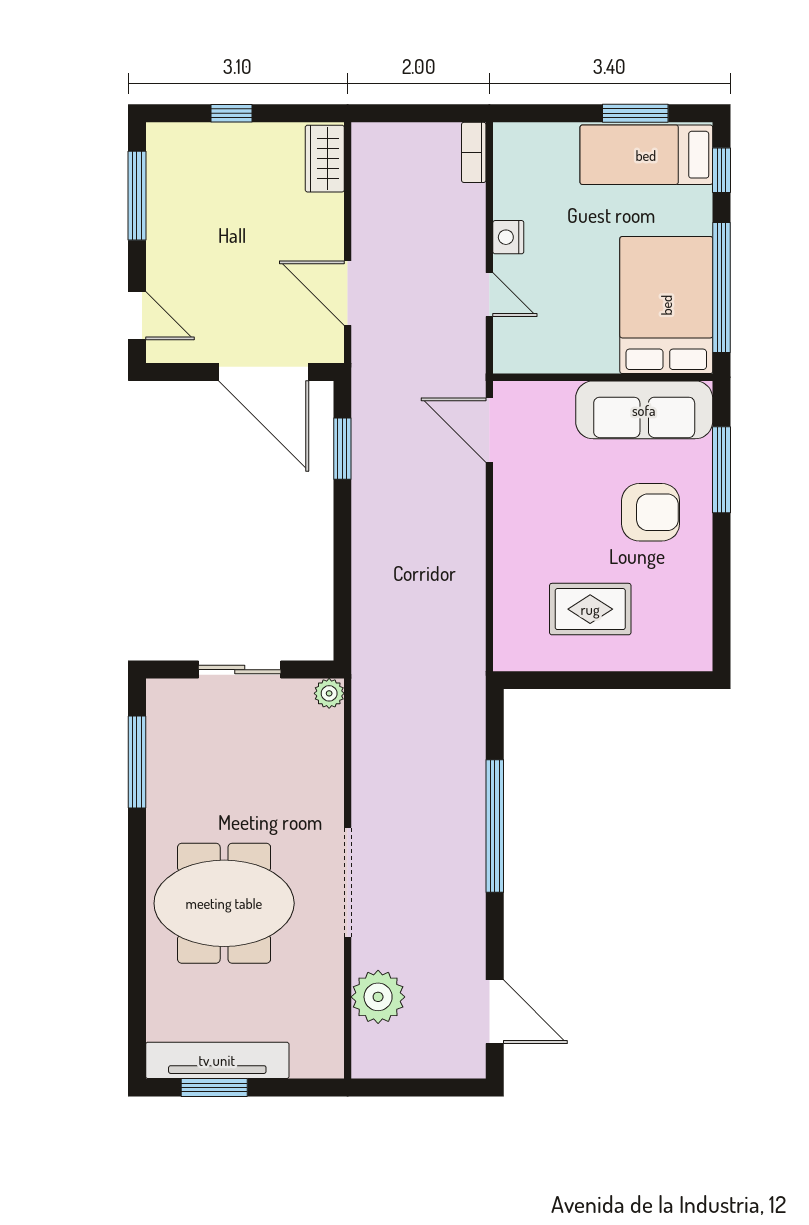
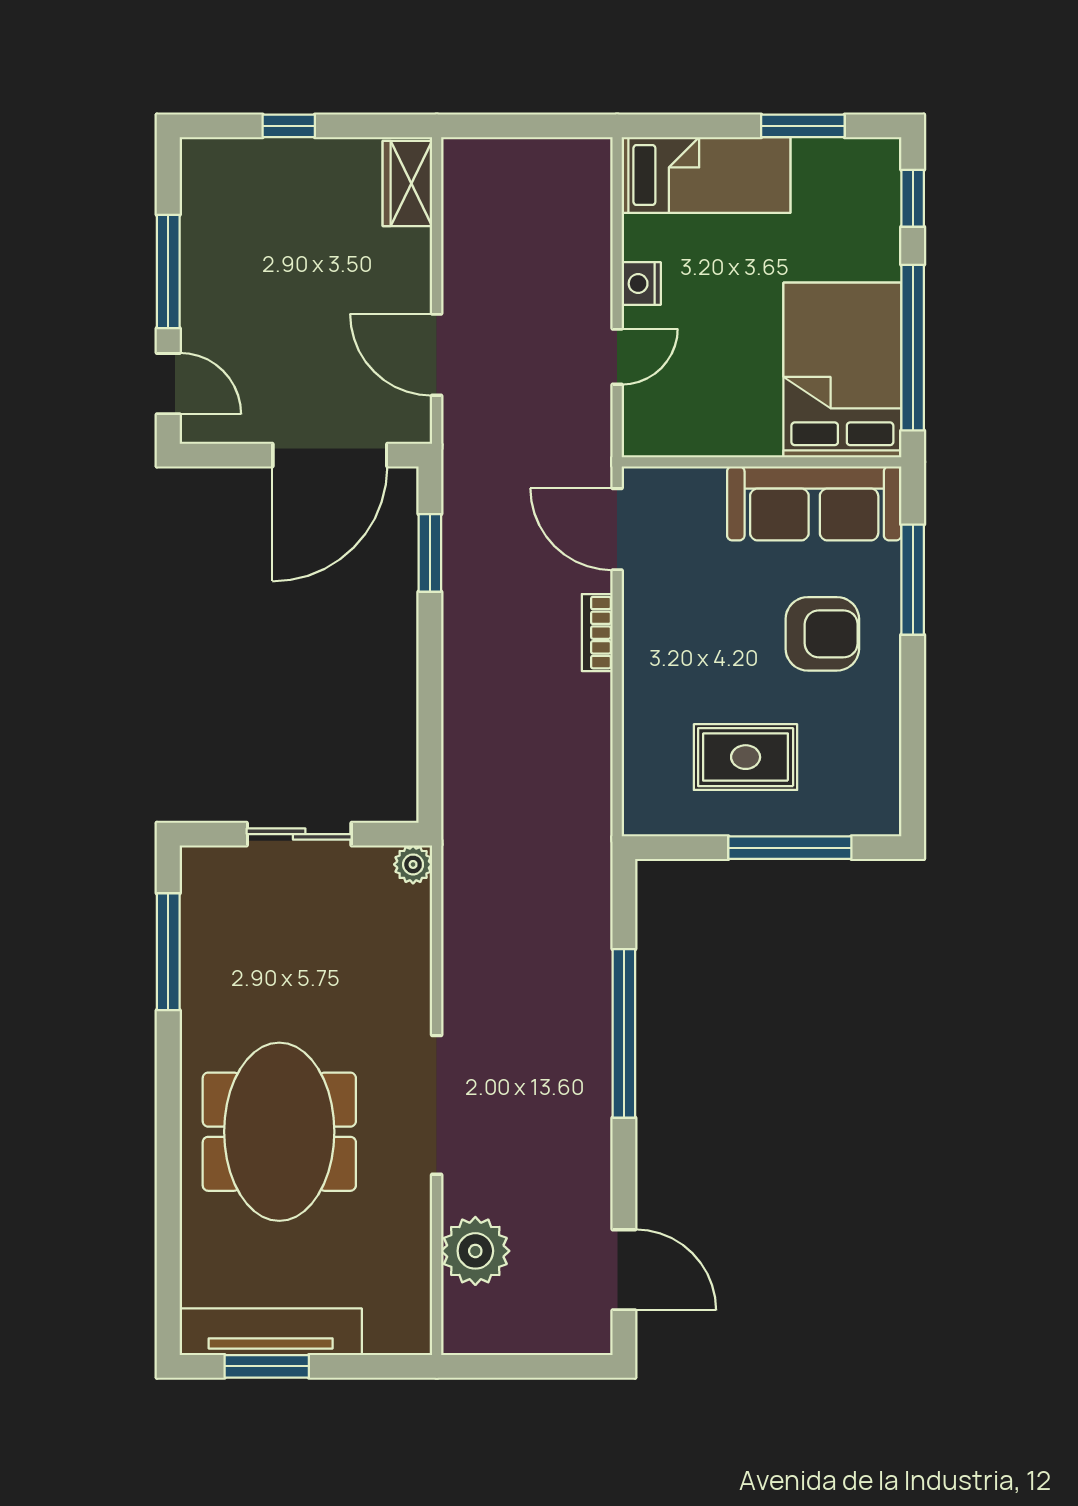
bookcase: (474, 152) -> (597, 633), moved
bed: (646, 155) -> (706, 175), moved, turned 180
window: (137, 196) -> (168, 271), moved
door: (489, 295) -> (617, 357), hinge flipped
door: (264, 372) -> (330, 455), hinge flipped
window: (625, 680) -> (790, 848), added
meeting table: (224, 903) -> (279, 1132), turned 90

